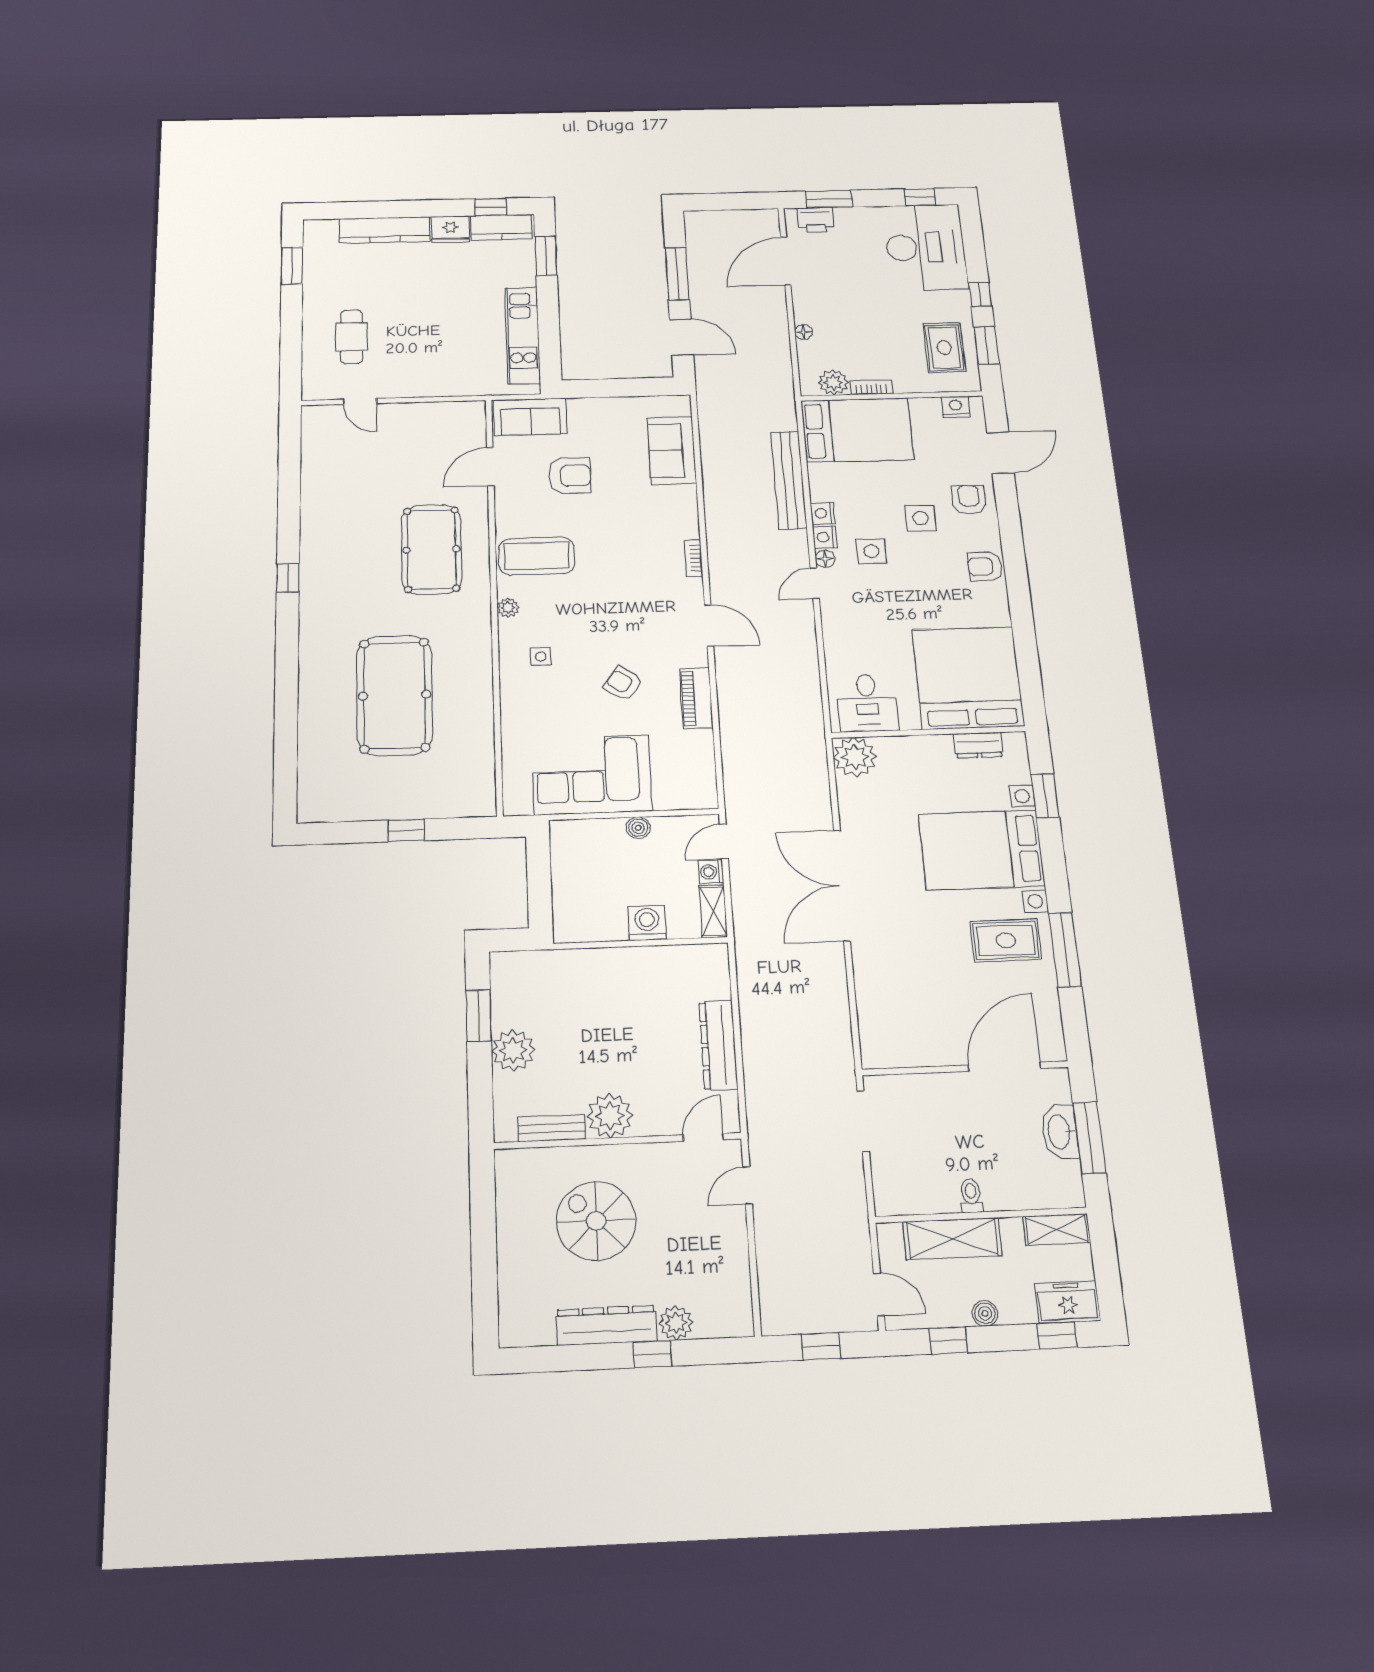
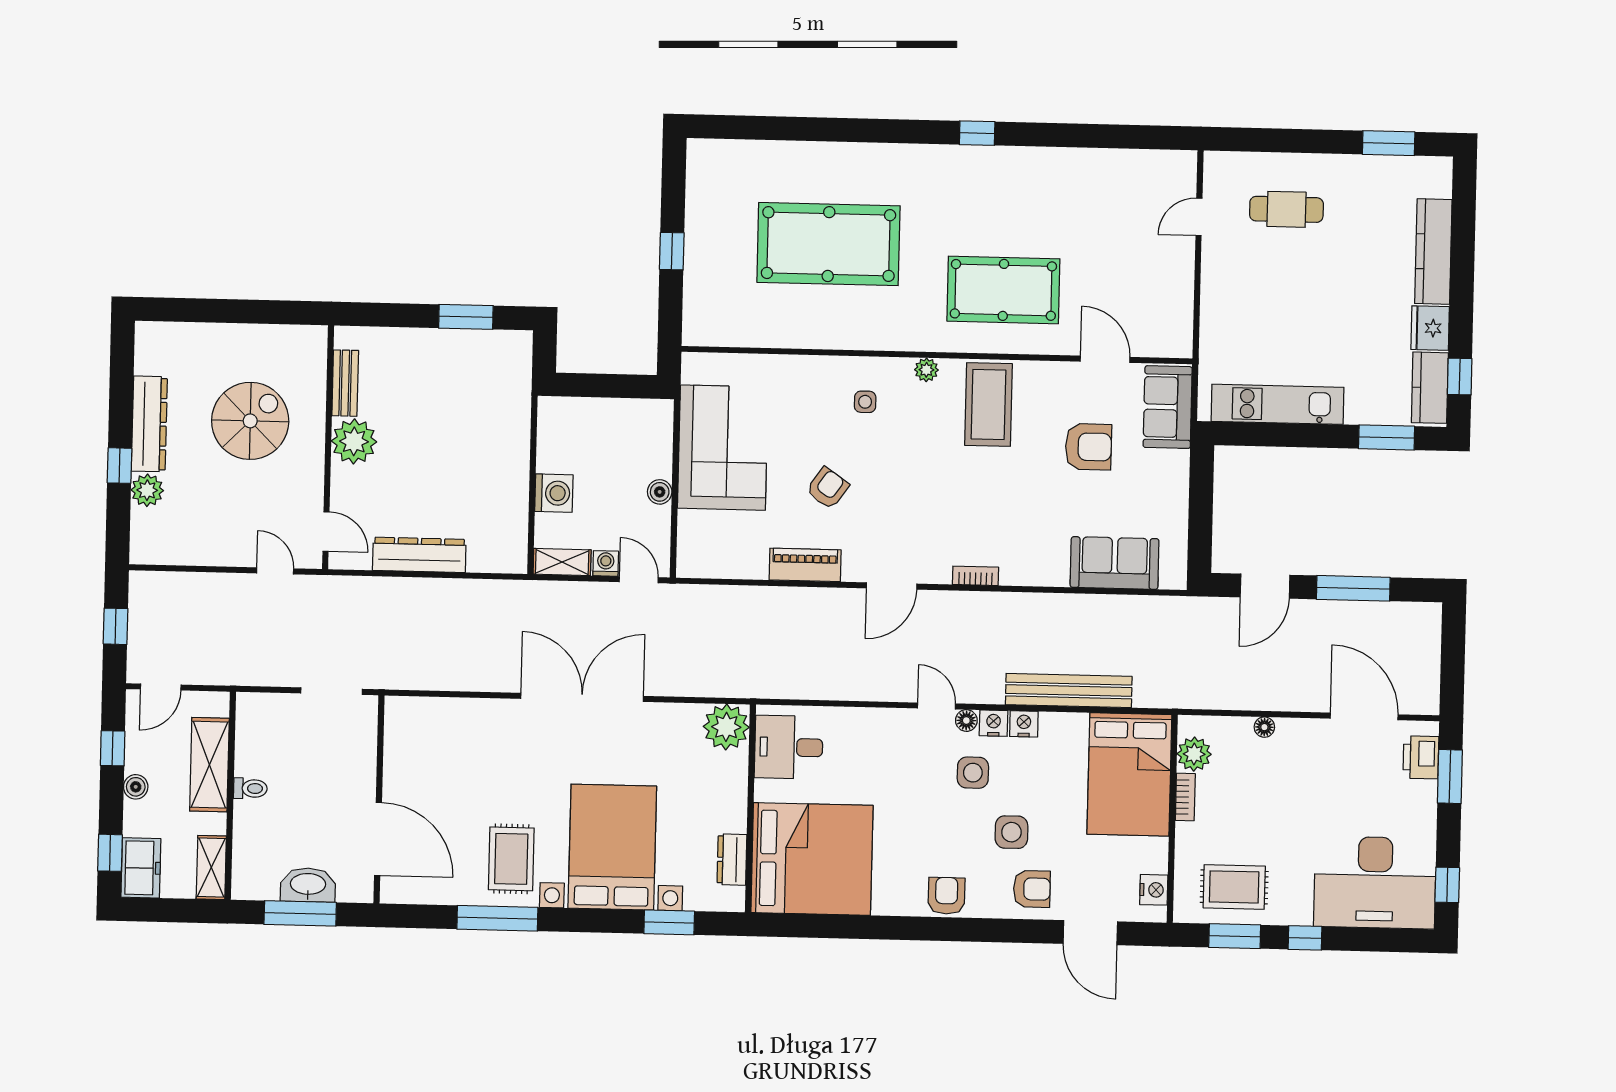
armchair: (570, 476) -> (1088, 447), turned -90
plant: (513, 1050) -> (427, 350), removed

